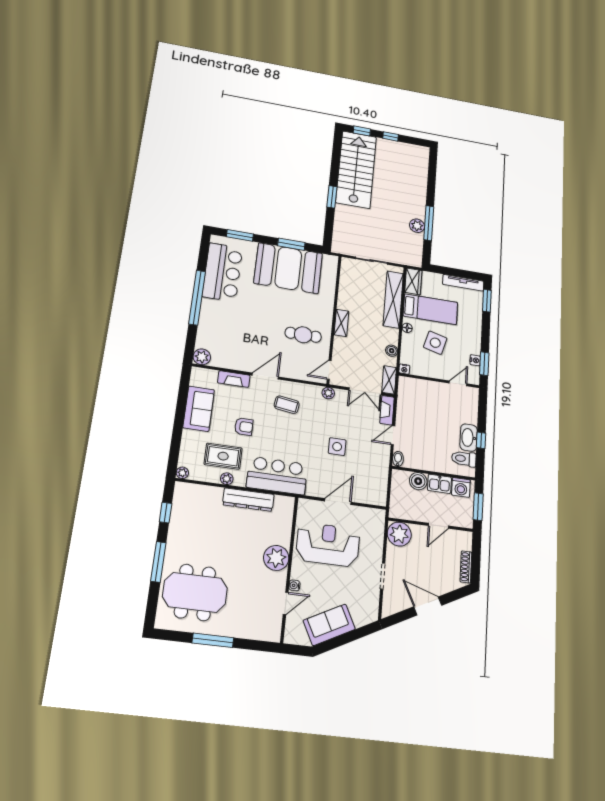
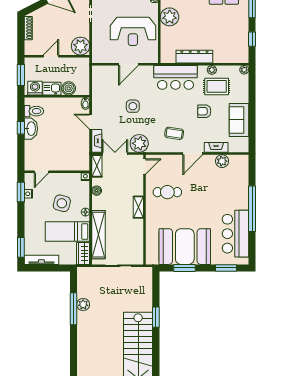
plant: (202, 357) -> (222, 161), moved
plant: (328, 393) -> (139, 143), width x1.88, depth x1.88
door: (393, 435) -> (91, 122), swing flipped

